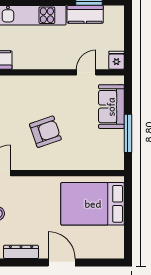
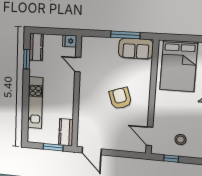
kitchen counter: (85, 14) -> (36, 47), moved
sofa: (111, 107) -> (136, 49), moved

